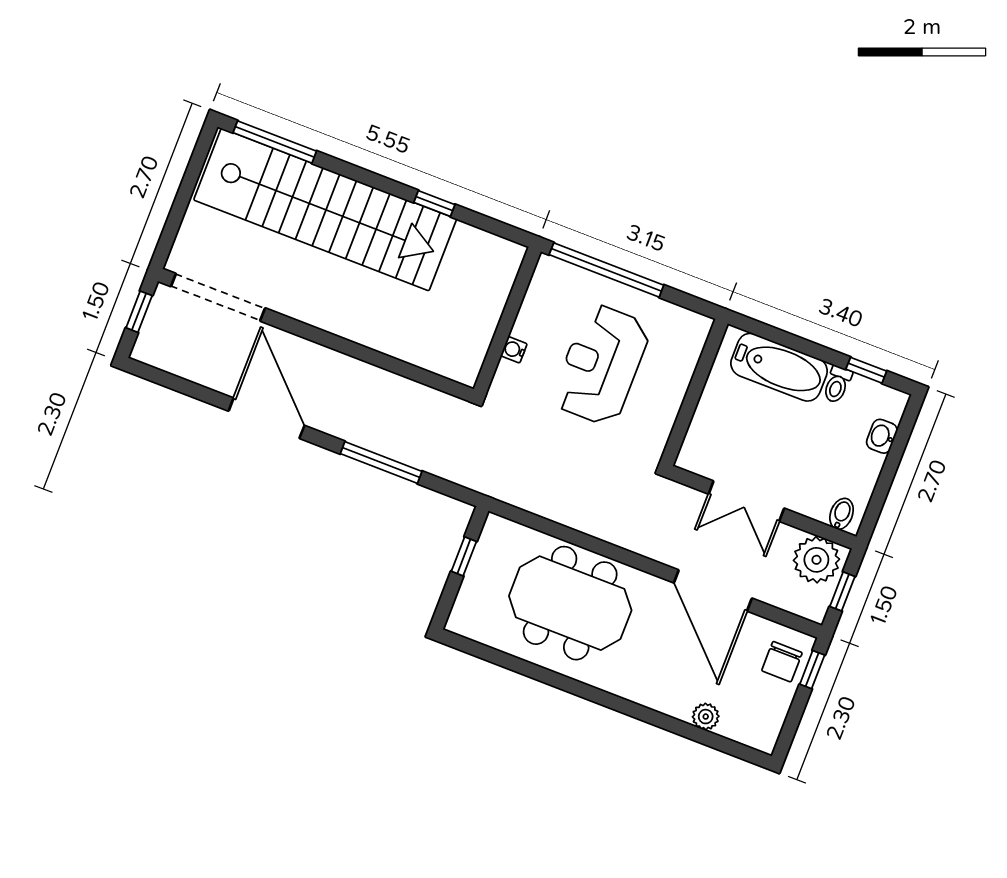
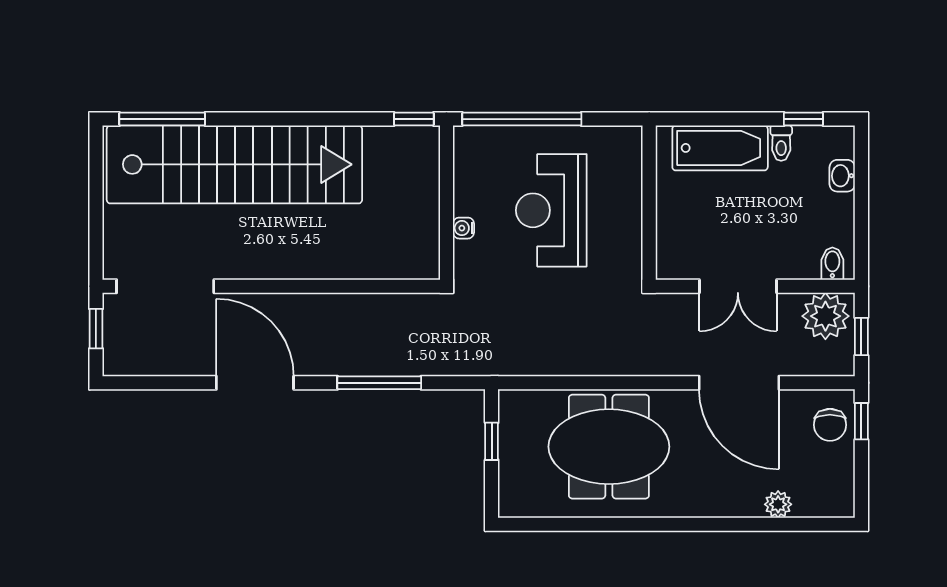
window: (434, 204) -> (414, 119), moved

